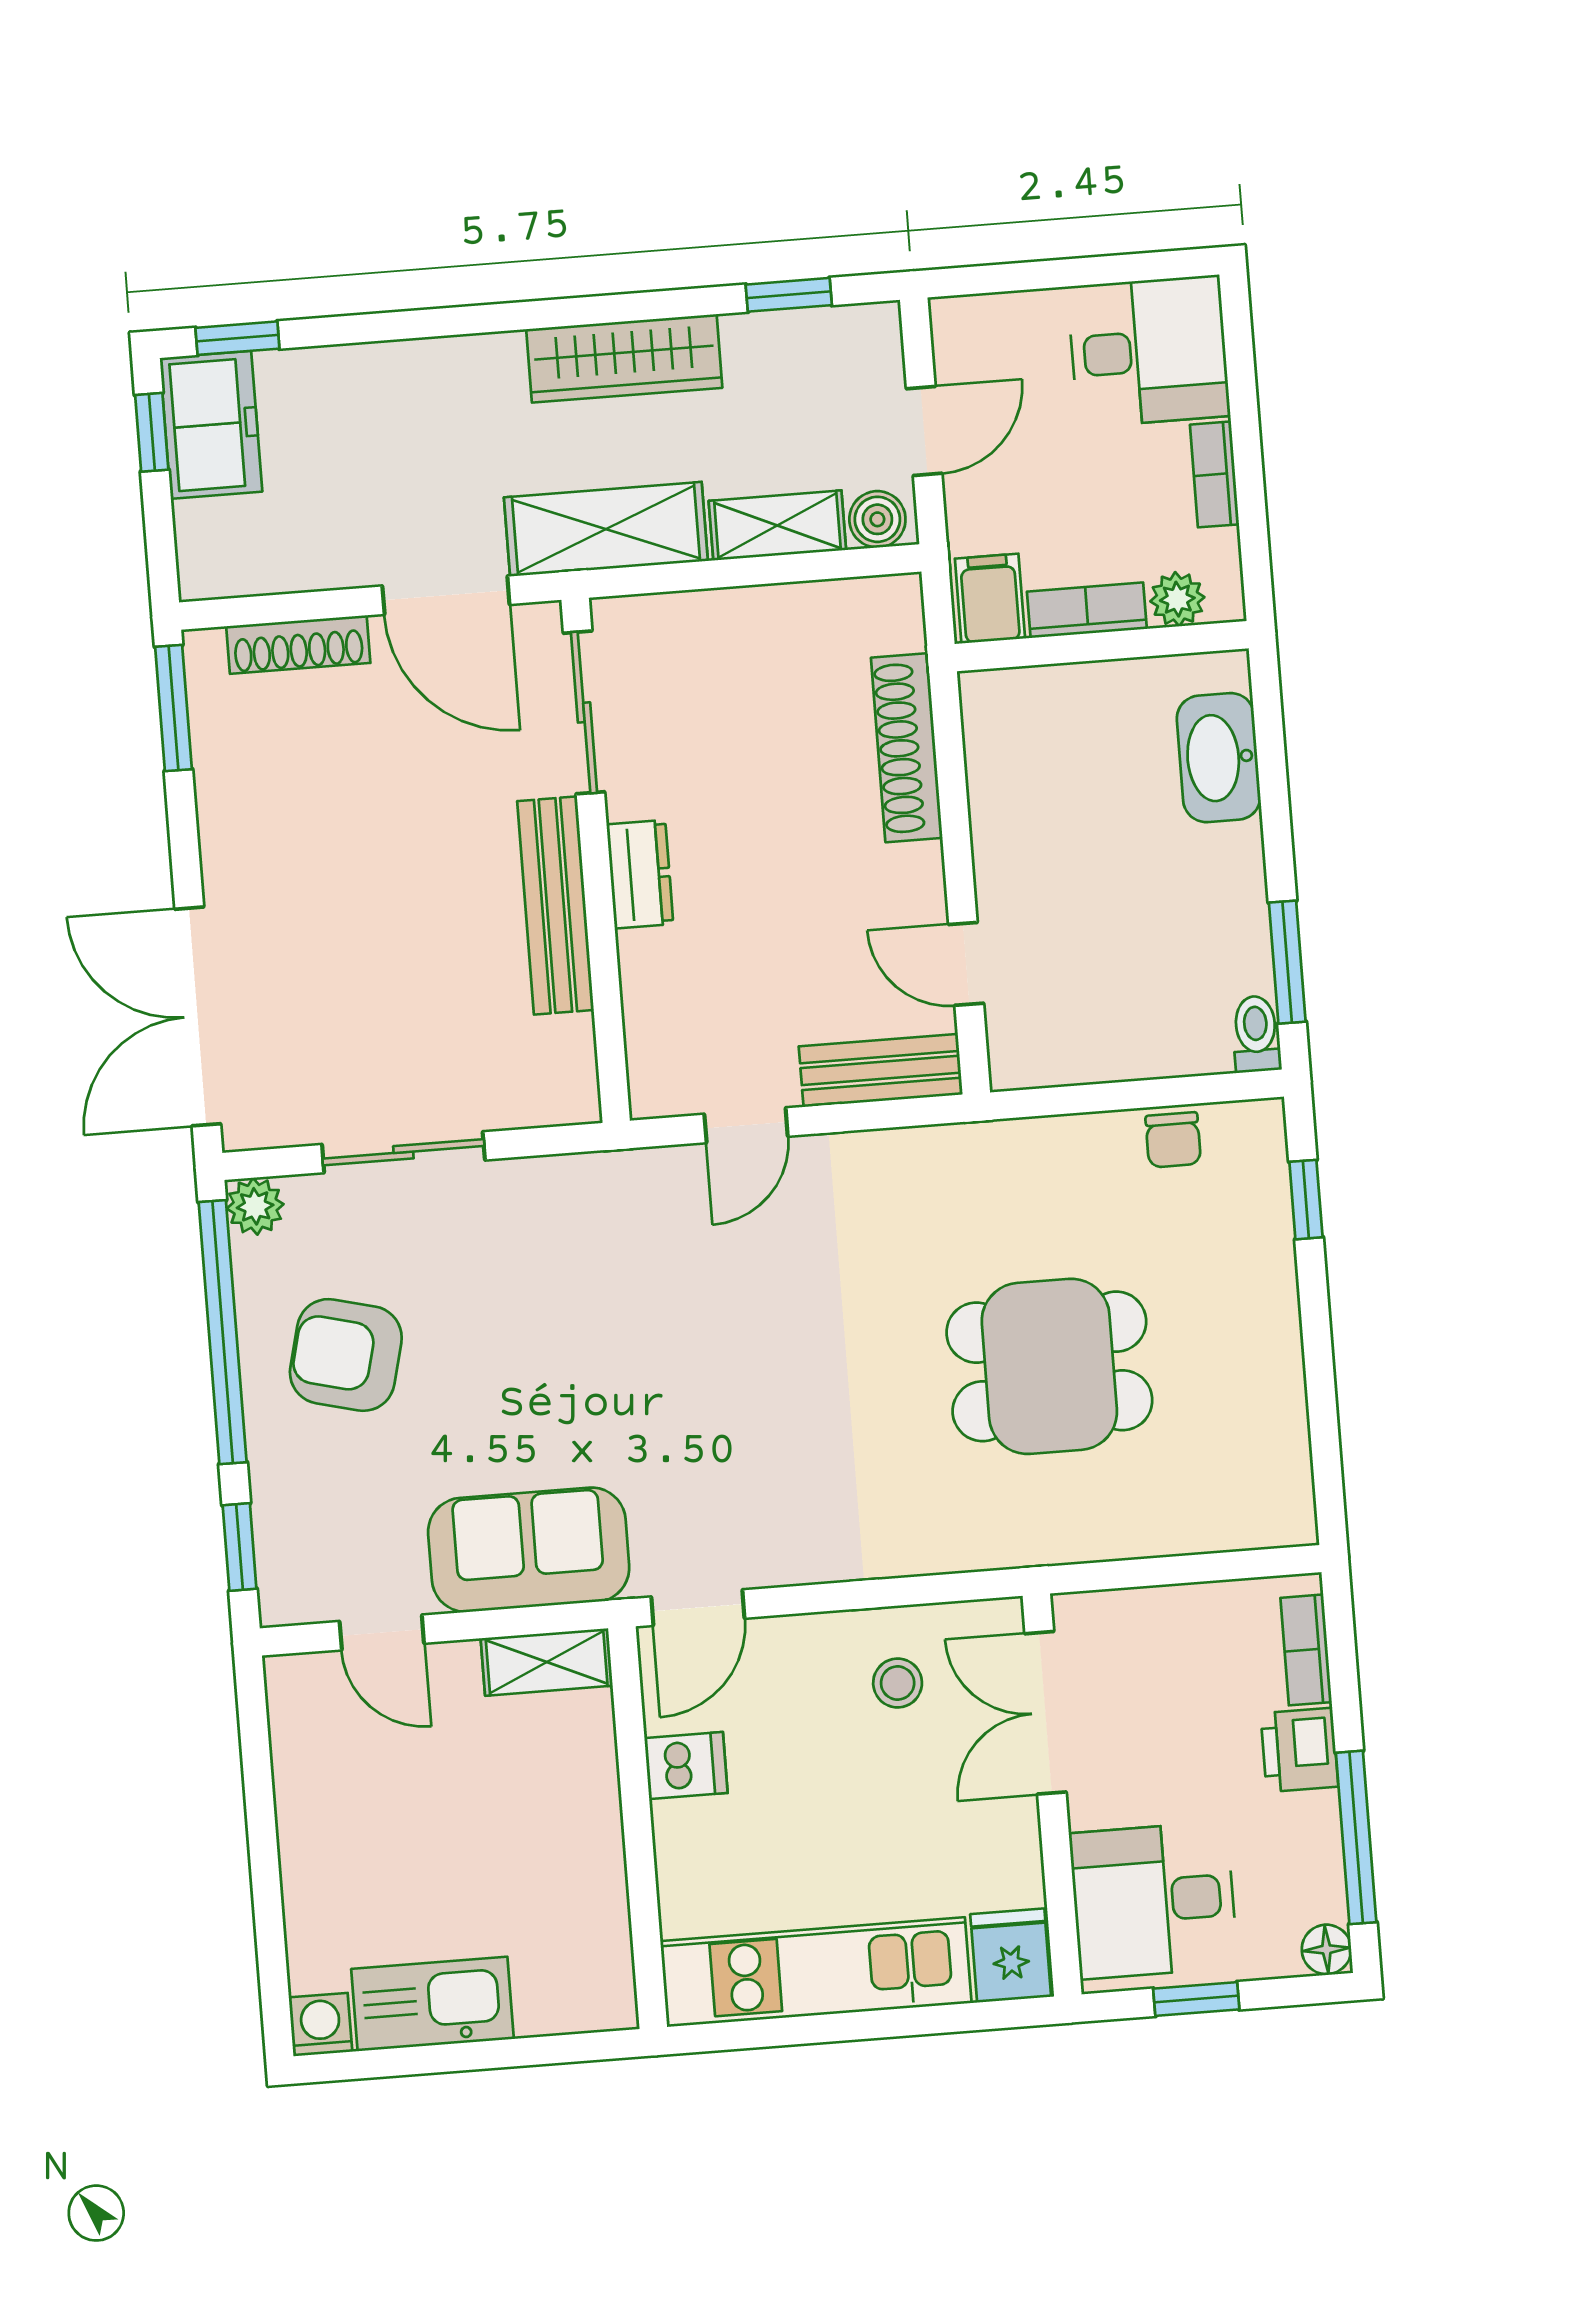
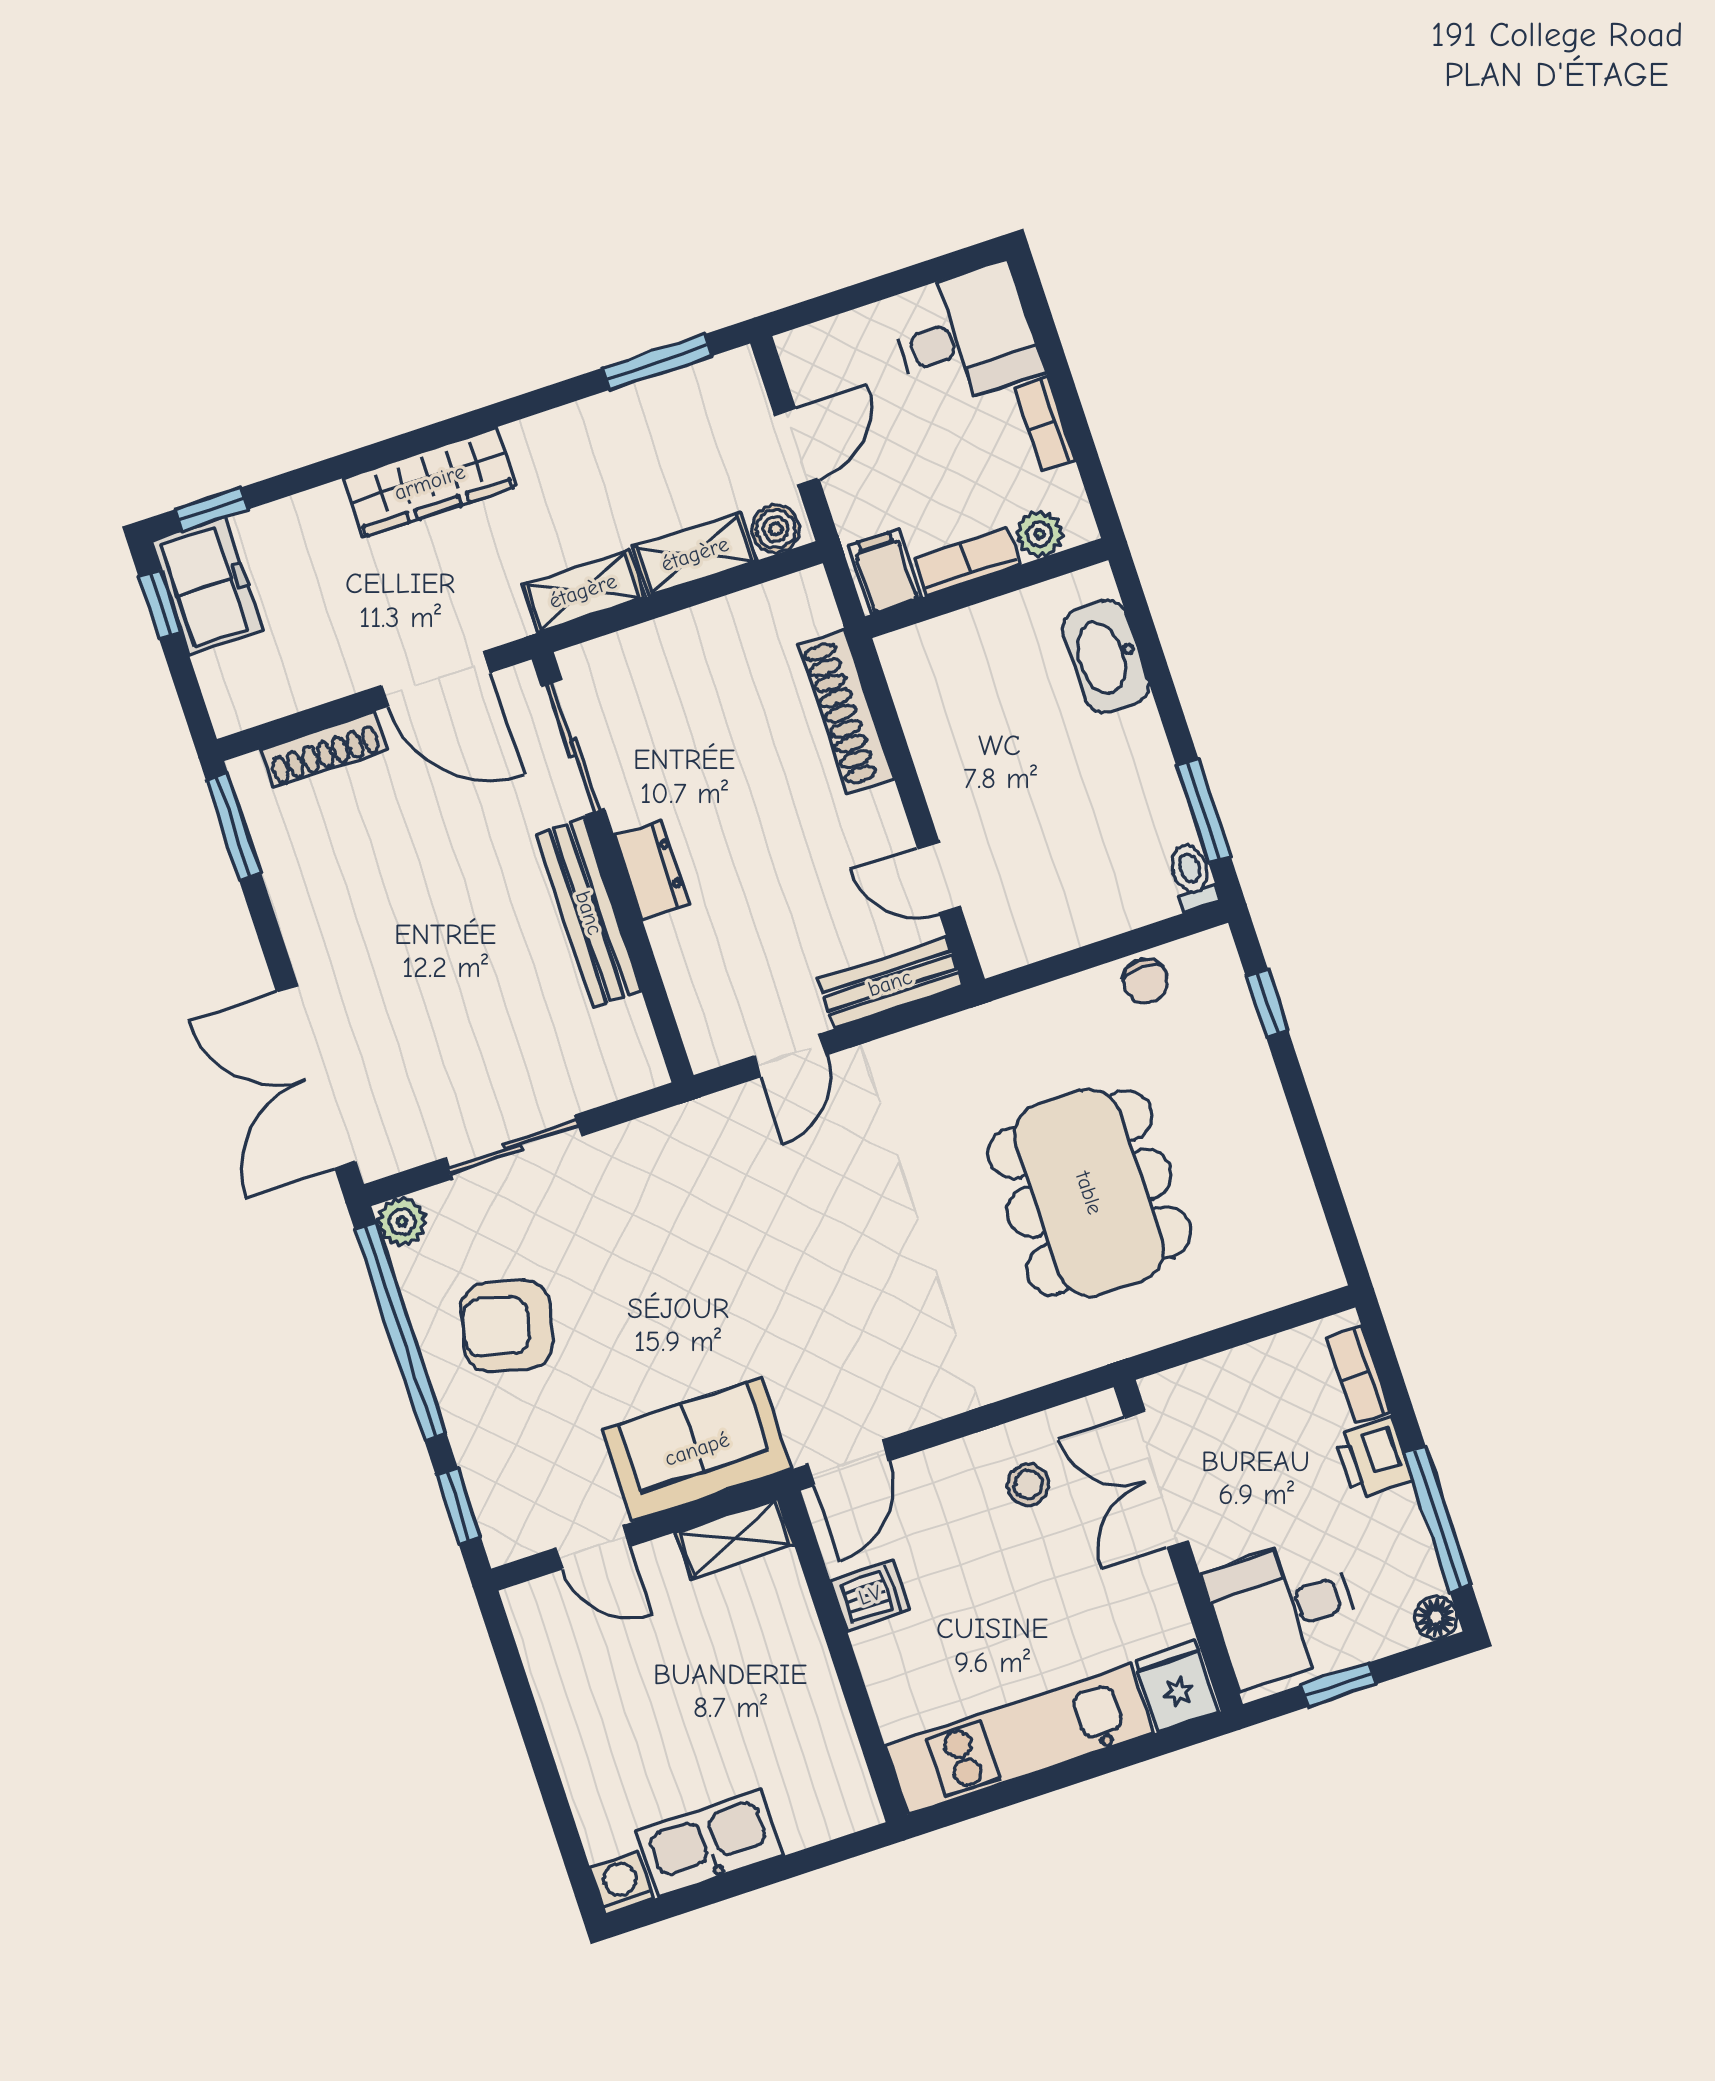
window: (789, 295) -> (657, 362), width x1.50
wardrobe: (624, 358) -> (430, 482), moved
shelving: (606, 529) -> (583, 591), width x0.67, depth x0.75
dining table: (1049, 1366) -> (1089, 1193), width x1.38

